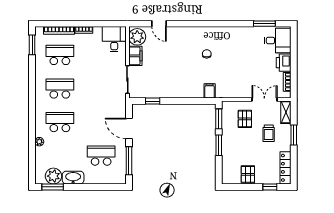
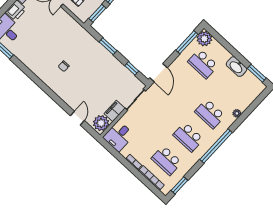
filing cabinet: (210, 91) -> (86, 39), removed
window: (32, 101) -> (216, 146), added
window: (187, 101) -> (108, 46), added
door: (129, 128) -> (158, 73), moved
plant: (53, 176) -> (204, 39), moved

